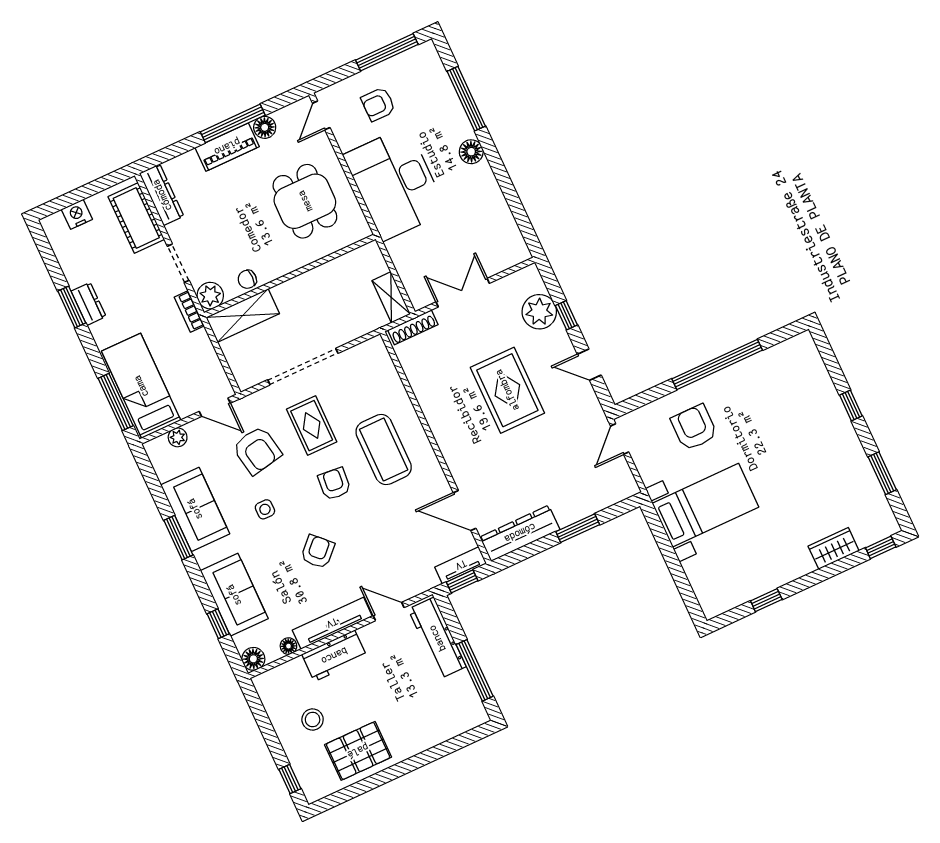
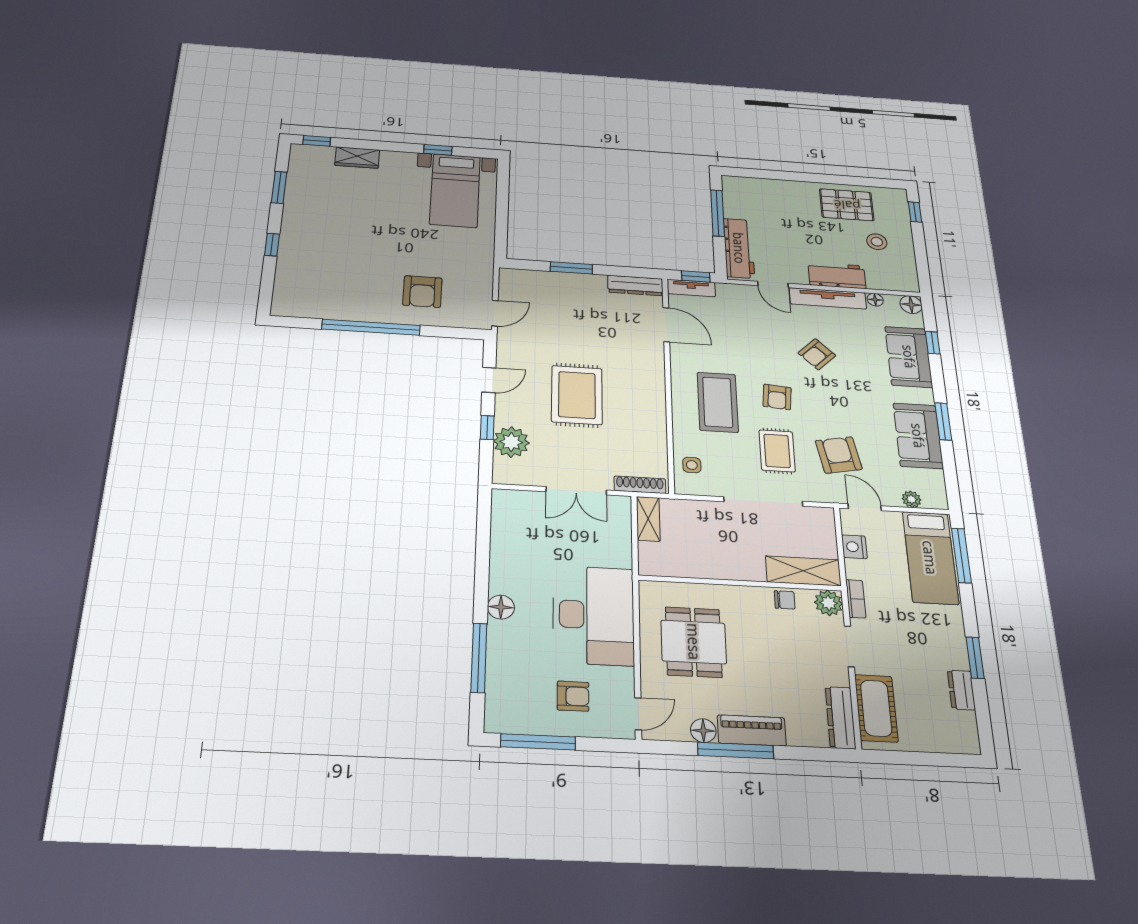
nightstand: (77, 214) -> (854, 547), moved, turned 90
dresser: (89, 304) -> (961, 690), moved
door: (589, 365) -> (489, 380), hinge flipped
bed with nightstands: (705, 505) -> (455, 190), moved, turned -90
side table: (265, 509) -> (692, 465), moved
dresser: (520, 533) -> (635, 285), width x0.73, depth x0.80

